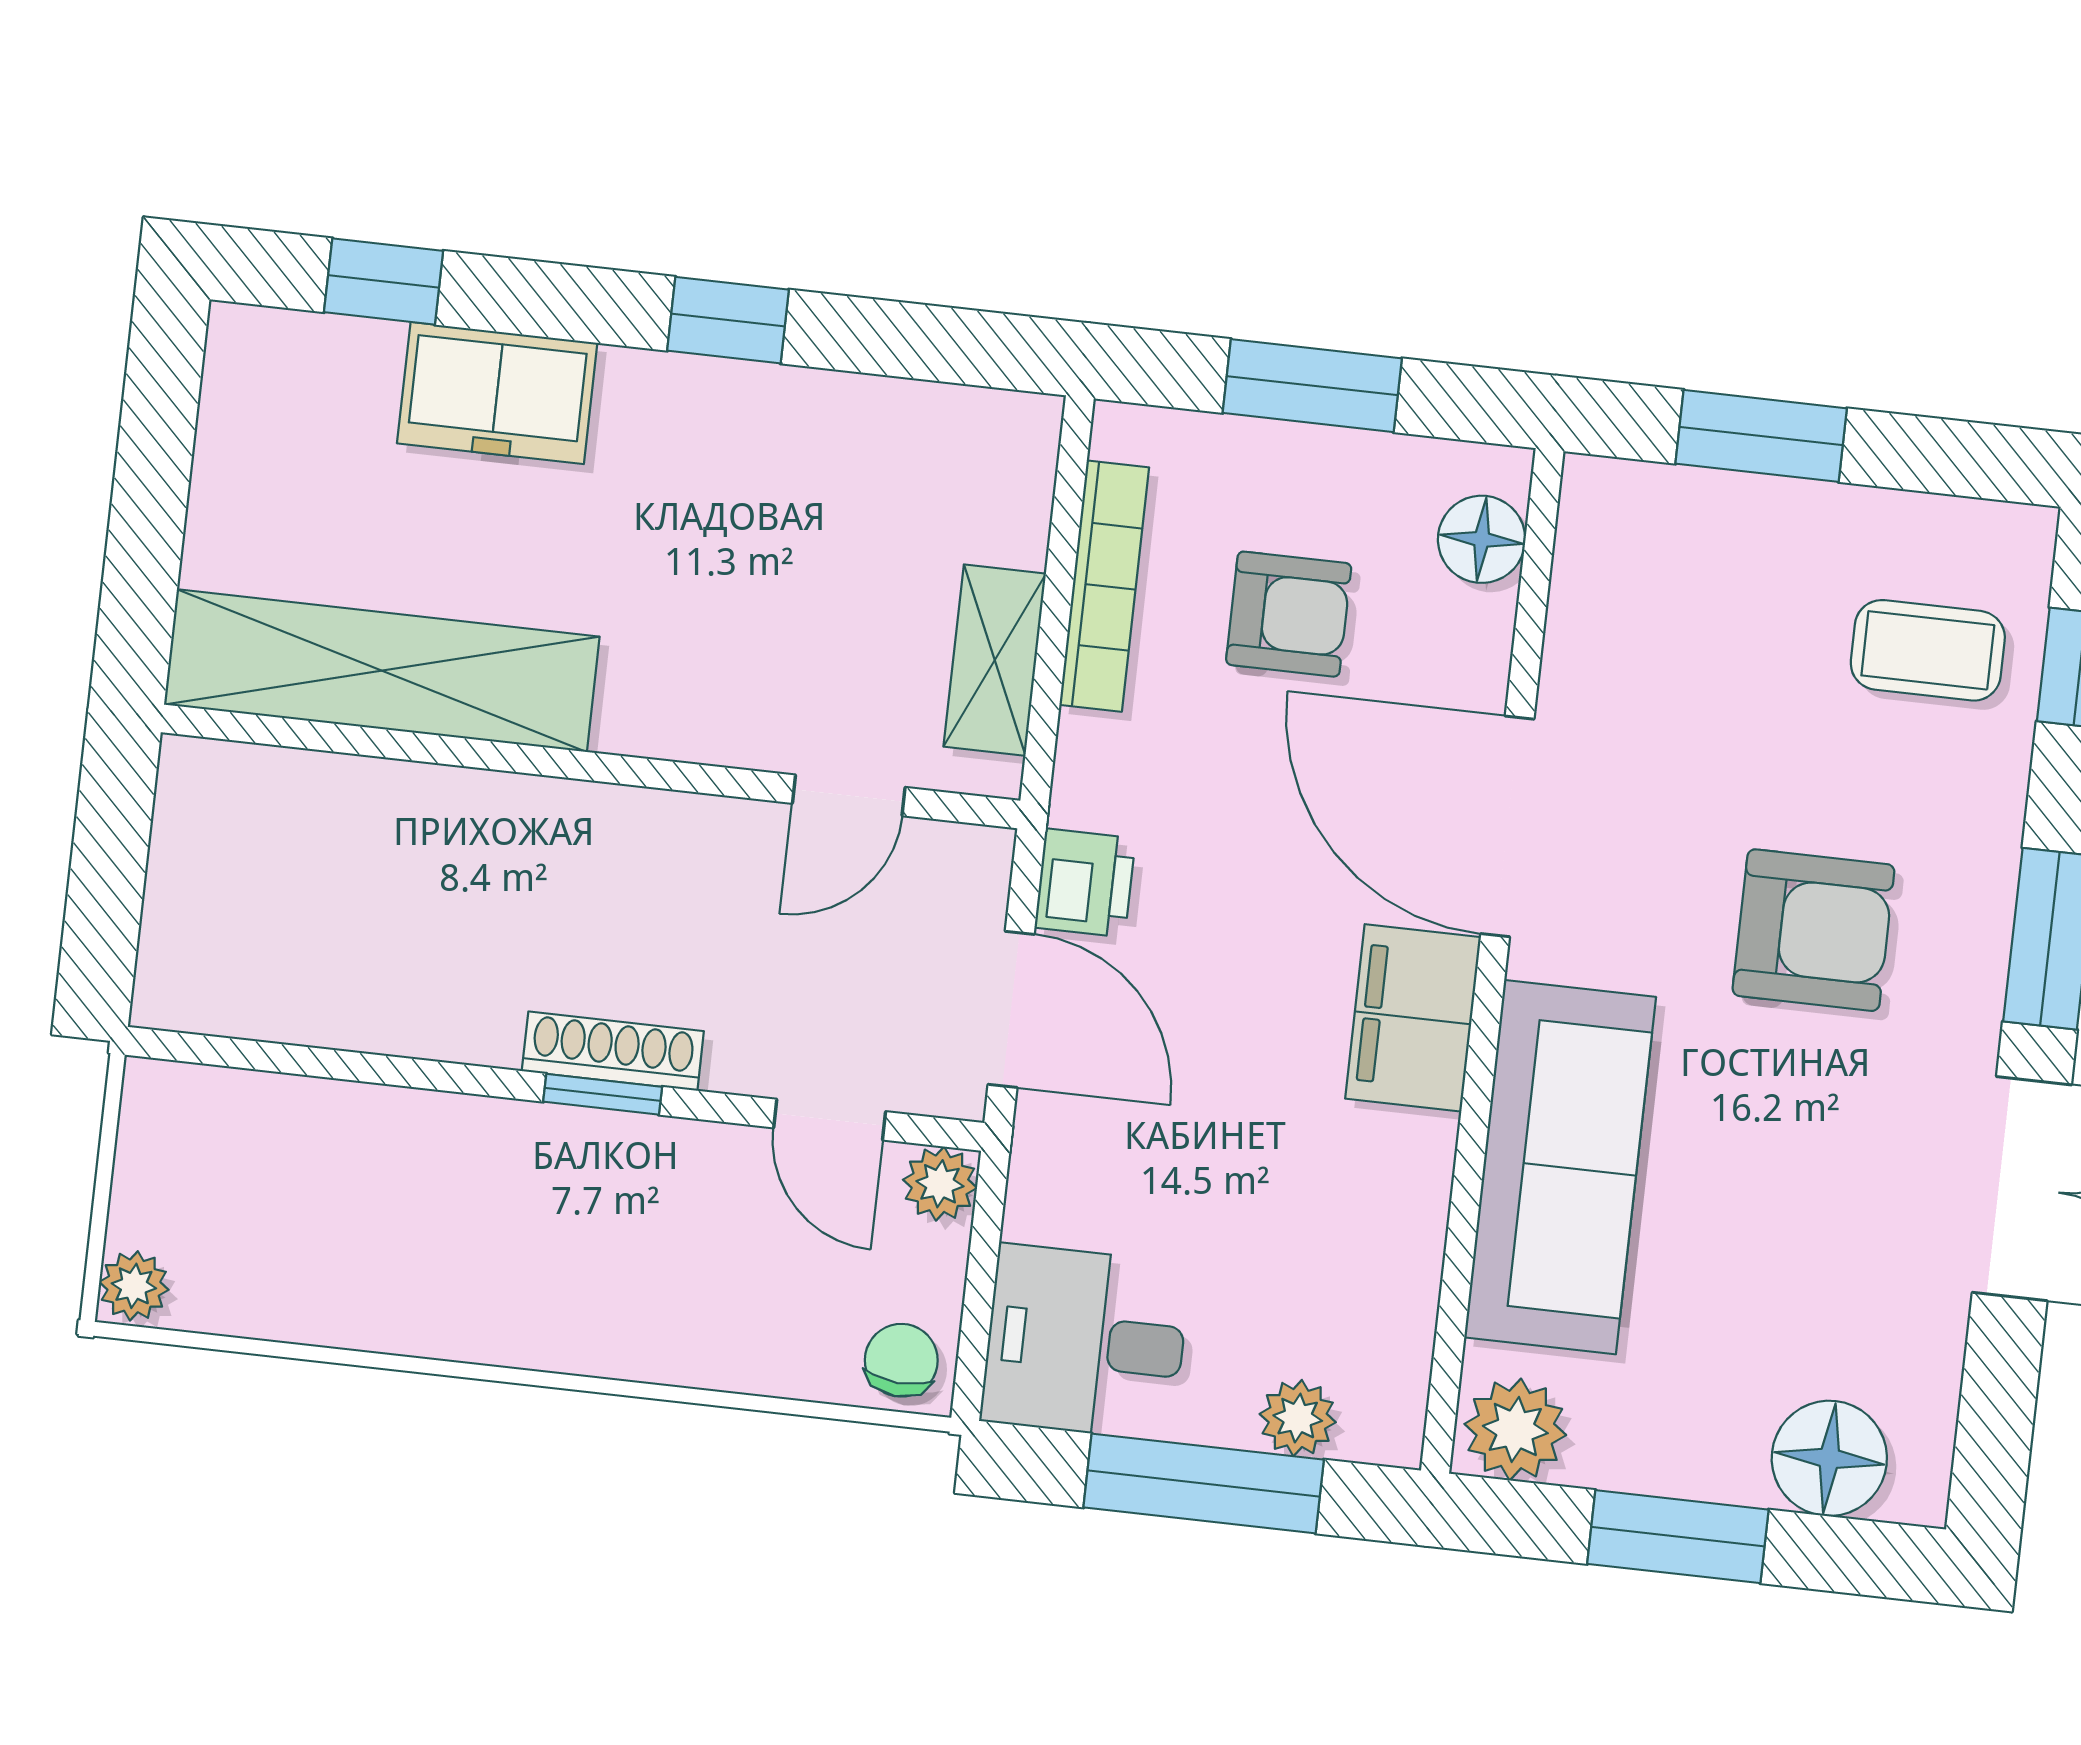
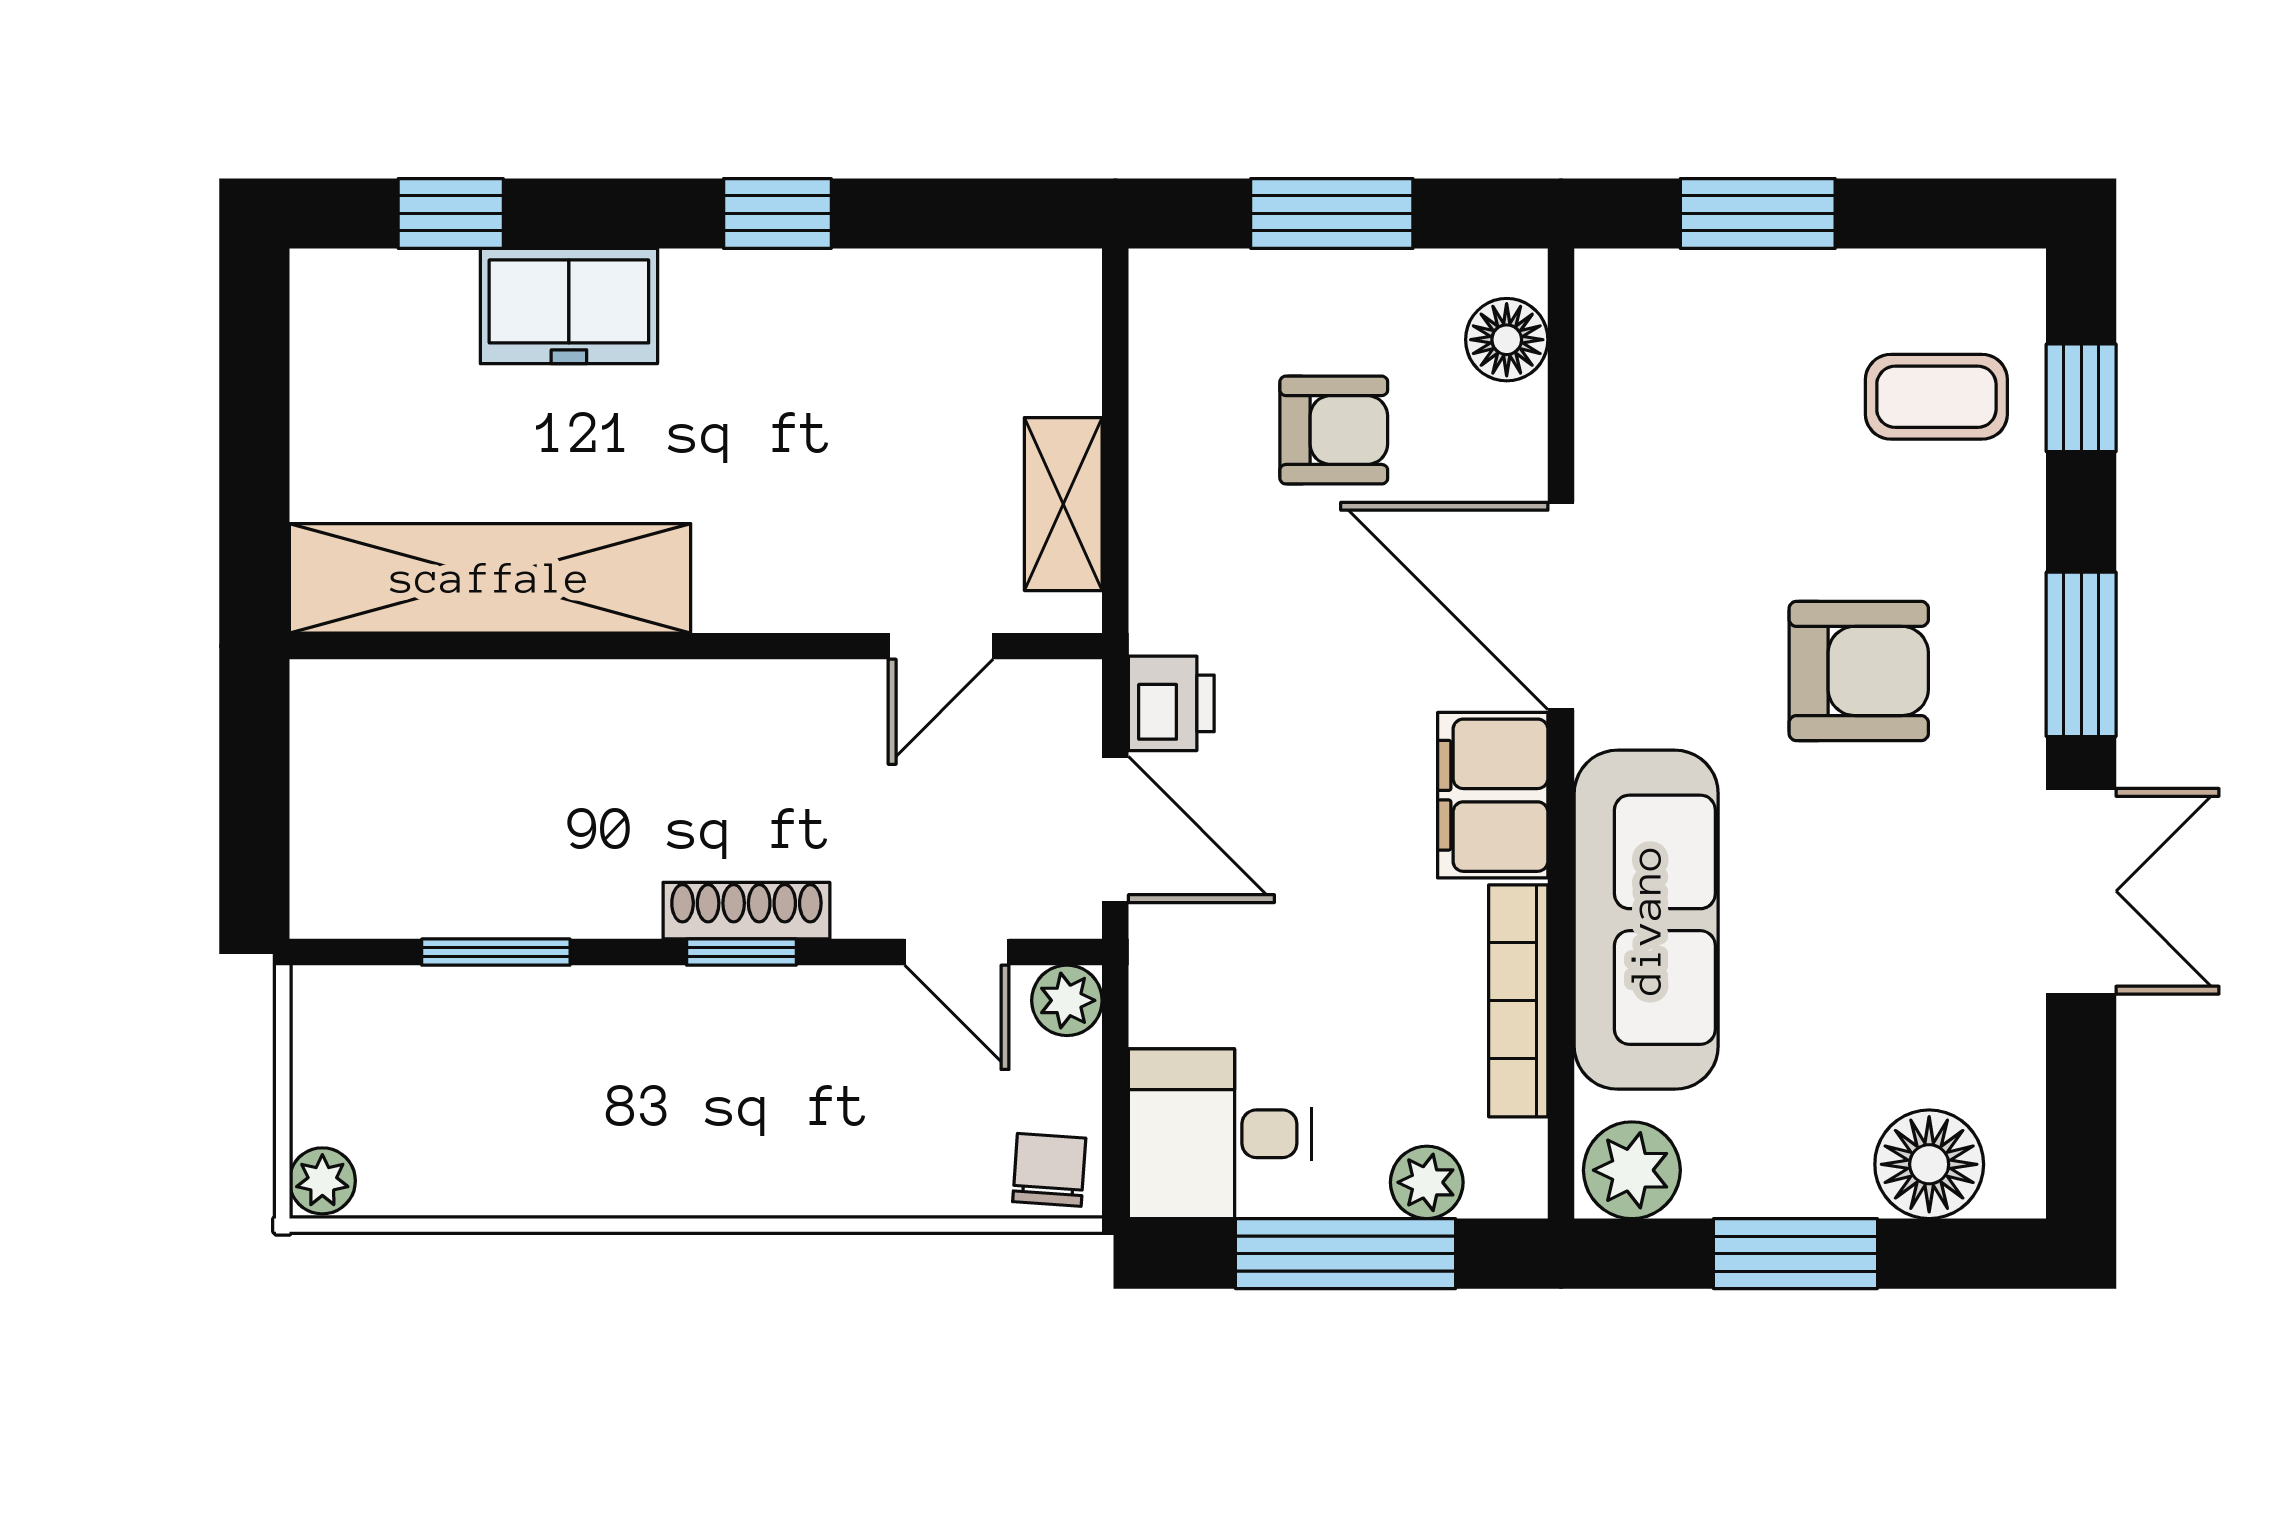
bookcase: (1104, 586) -> (1518, 1001), moved, turned 180
window: (344, 1065) -> (496, 952), added

